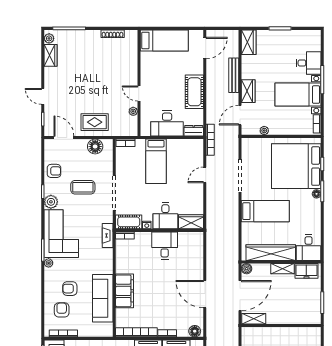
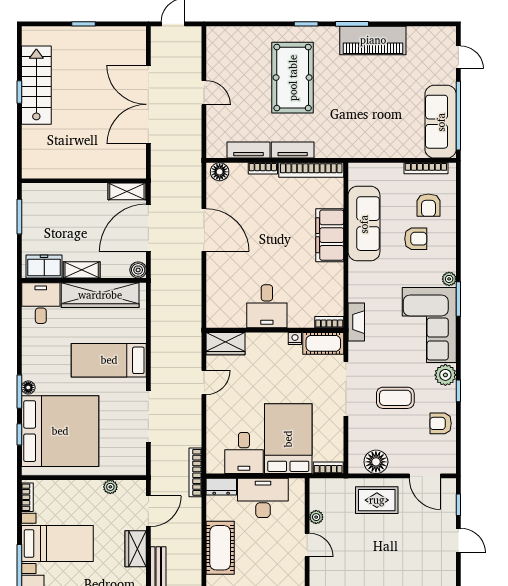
bed: (156, 161) -> (288, 439), width x1.50
door: (205, 175) -> (204, 382), moved
desk: (165, 216) -> (244, 453), moved, turned 180

